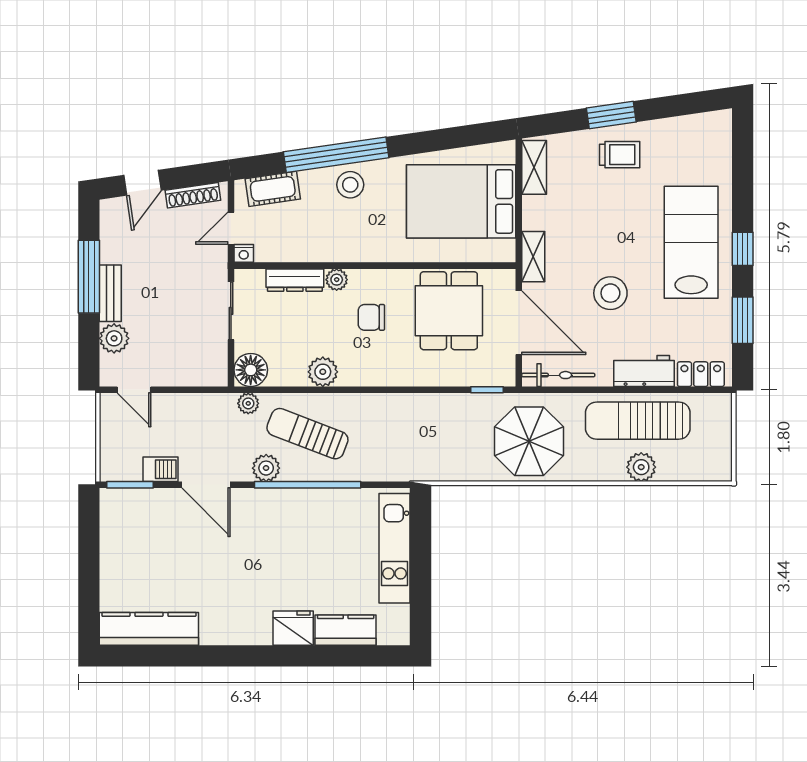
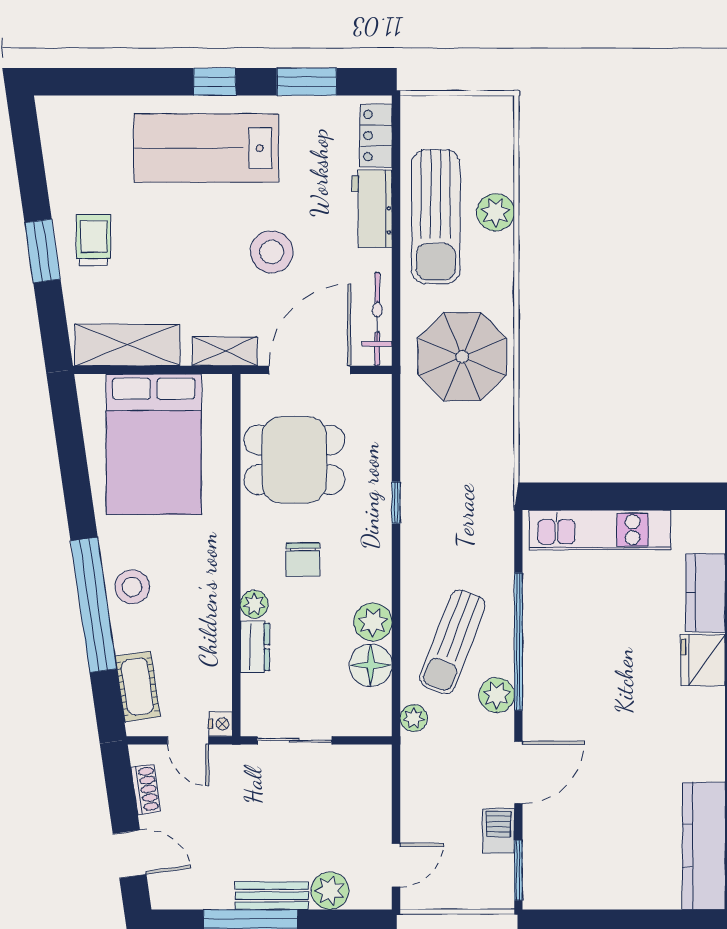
shelving: (534, 167) -> (127, 345), width x1.50, depth x1.33
shoe rack: (193, 195) -> (146, 789), width x0.70
dresser: (295, 280) -> (255, 647), width x0.70
floor lamp: (251, 370) -> (371, 665), moved
window: (487, 390) -> (396, 503), moved

